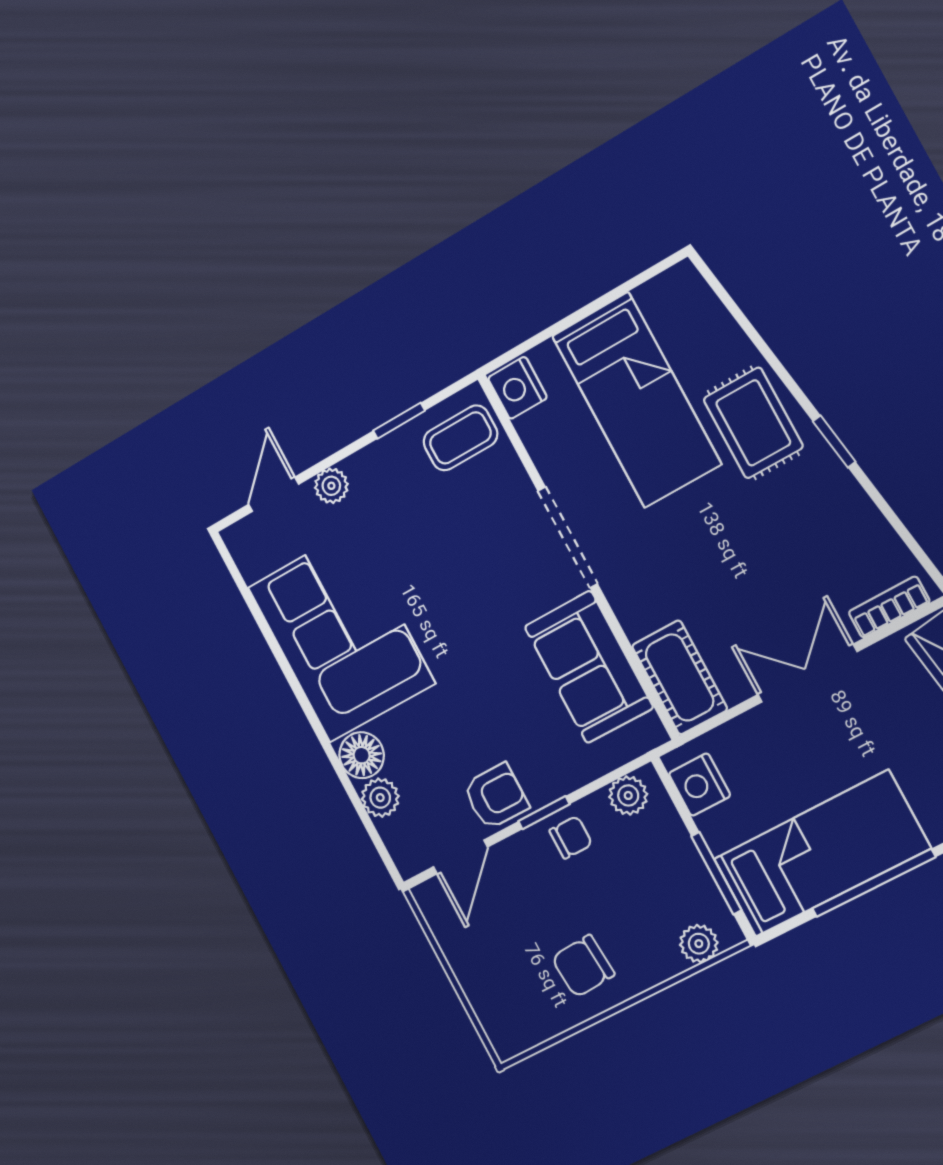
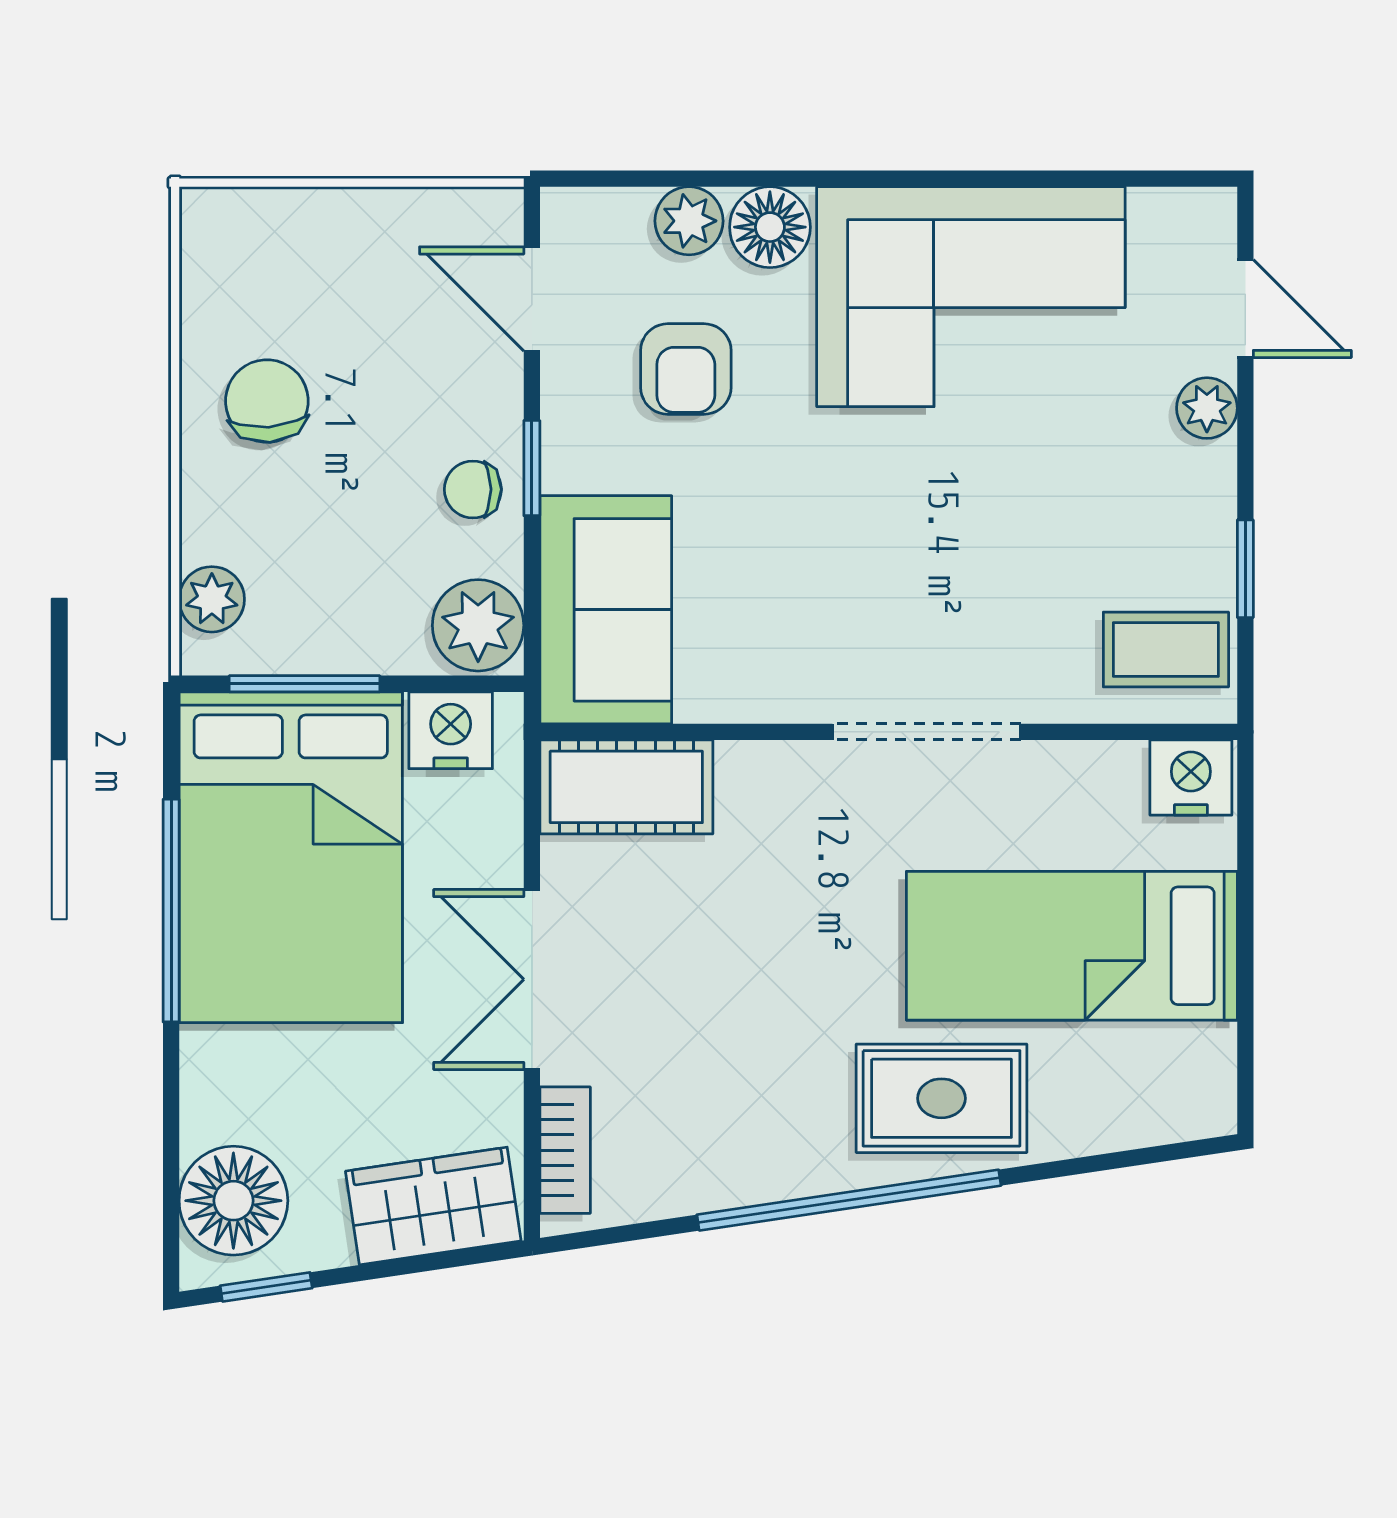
coffee table: (460, 438) -> (1166, 649), turned 90
window: (834, 441) -> (849, 1200), width x3.17
sofa: (589, 667) -> (606, 610), moved, turned 90
double door: (807, 673) -> (532, 979), swing flipped
plant: (628, 795) -> (478, 625), width x1.38, depth x1.38
armchair: (496, 796) -> (686, 369), moved
chair: (571, 837) -> (473, 489), turned 90
bed: (822, 854) -> (291, 857), width x1.50

